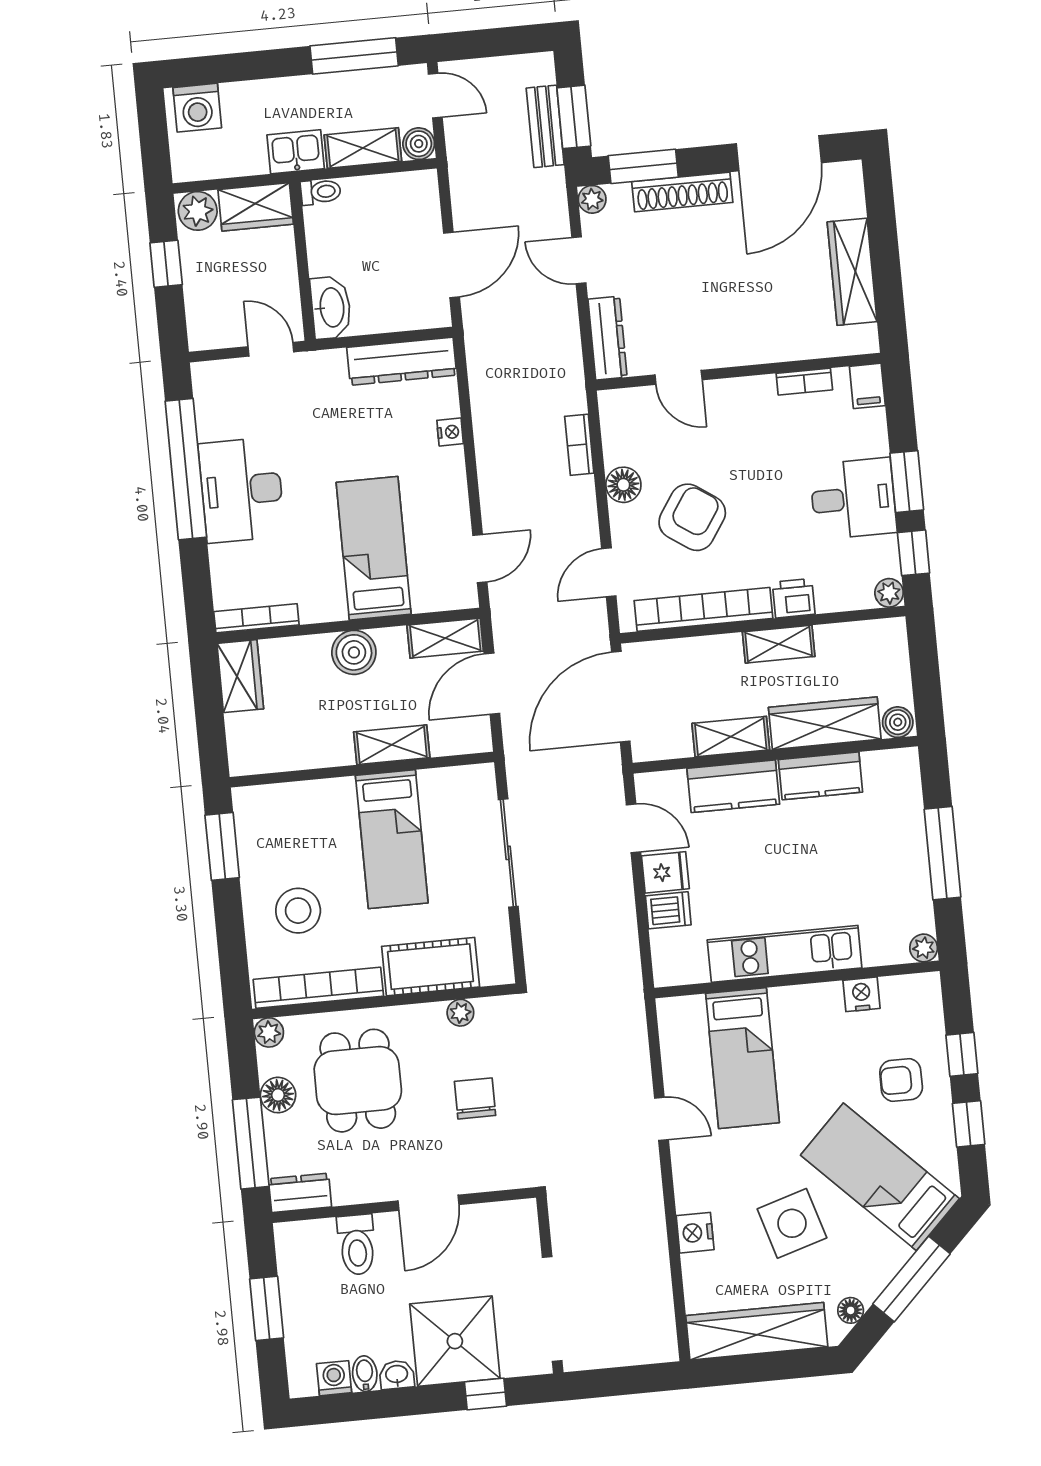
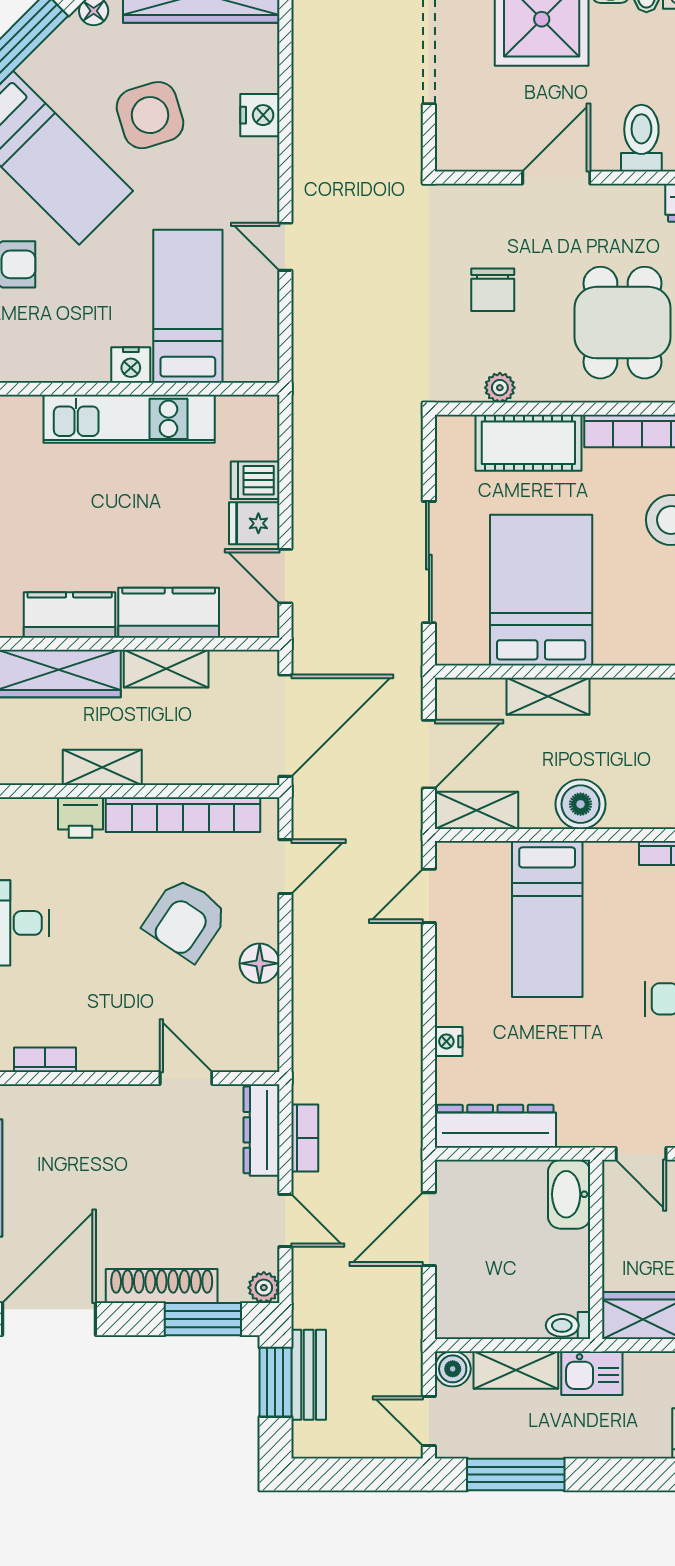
bookcase: (579, 445) -> (305, 1138), moved
bed: (392, 839) -> (541, 590), width x1.50
nightstand: (861, 994) -> (131, 365), moved

